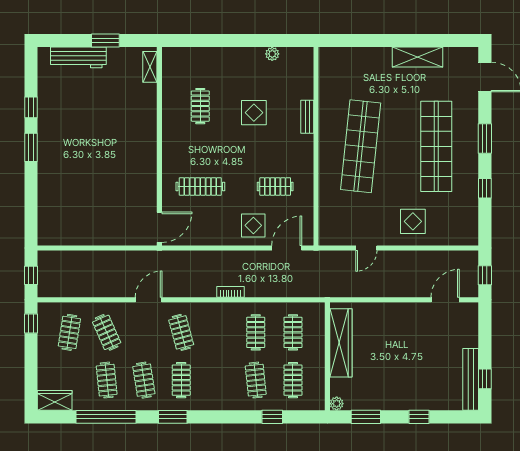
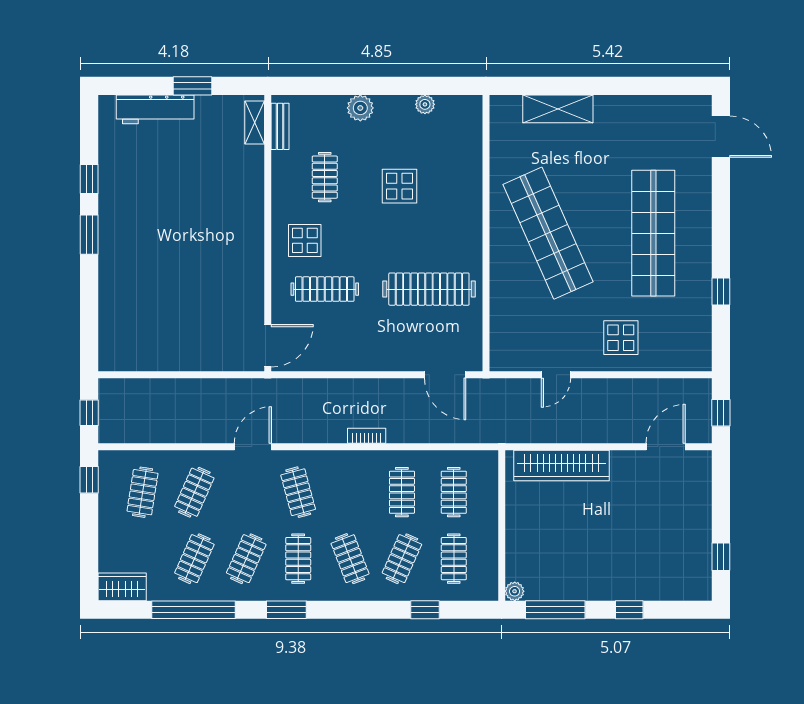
plant: (226, 56) -> (360, 108), added
shelving: (418, 57) -> (558, 109), moved
bench: (307, 117) -> (280, 126), moved
window: (485, 139) -> (721, 222), removed
shop shelf: (361, 146) -> (548, 233), turned -30
clothes rail: (275, 186) -> (429, 289), width x1.86, depth x1.31
display table: (253, 225) -> (305, 240), moved
door: (287, 248) -> (445, 375), swing flipped
clothes rail: (107, 332) -> (194, 492), turned 48
wardrobe: (341, 343) -> (562, 465), moved, turned 90
bench: (471, 379) -> (701, 558), removed
clothes rail: (107, 380) -> (194, 559), turned 30
clothes rail: (144, 380) -> (246, 559), turned 33
clothes rail: (218, 380) -> (350, 559), added
clothes rail: (256, 380) -> (402, 559), turned 30
window: (366, 417) -> (555, 610), width x1.44

